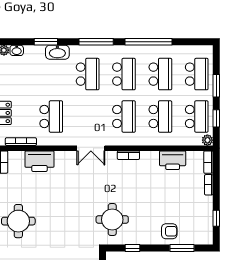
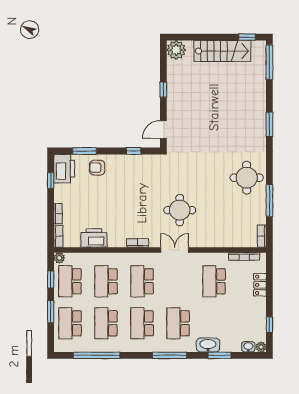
window: (148, 42) -> (97, 355), moved
printer: (39, 161) -> (64, 169), moved, turned 90
round table: (112, 220) -> (180, 210), moved

